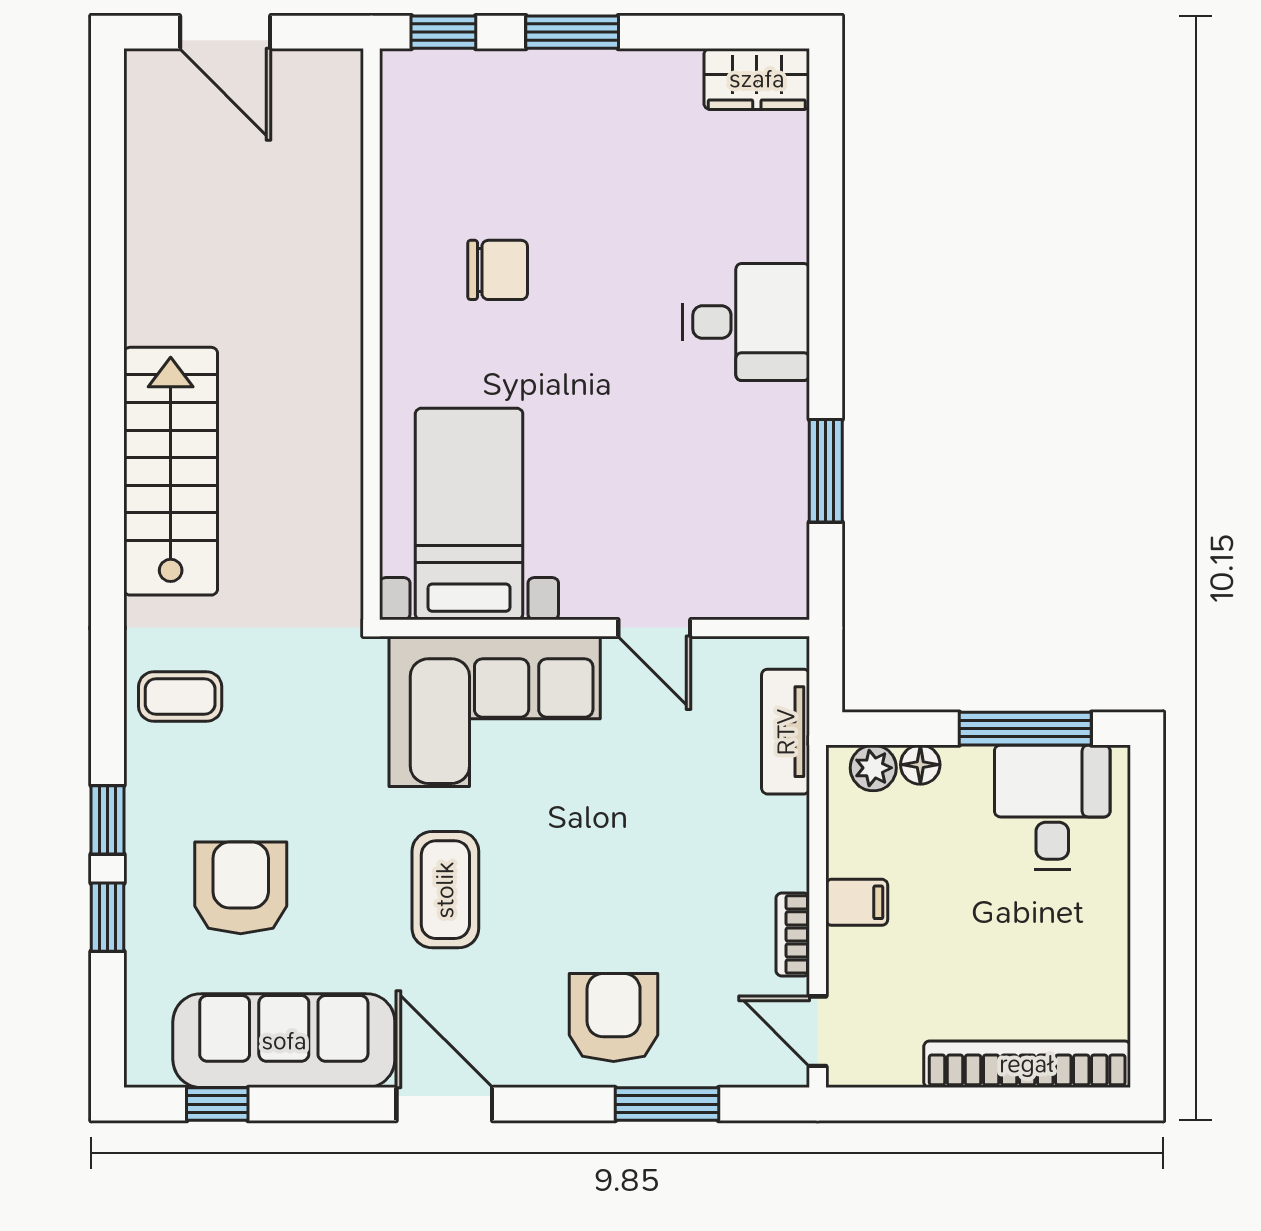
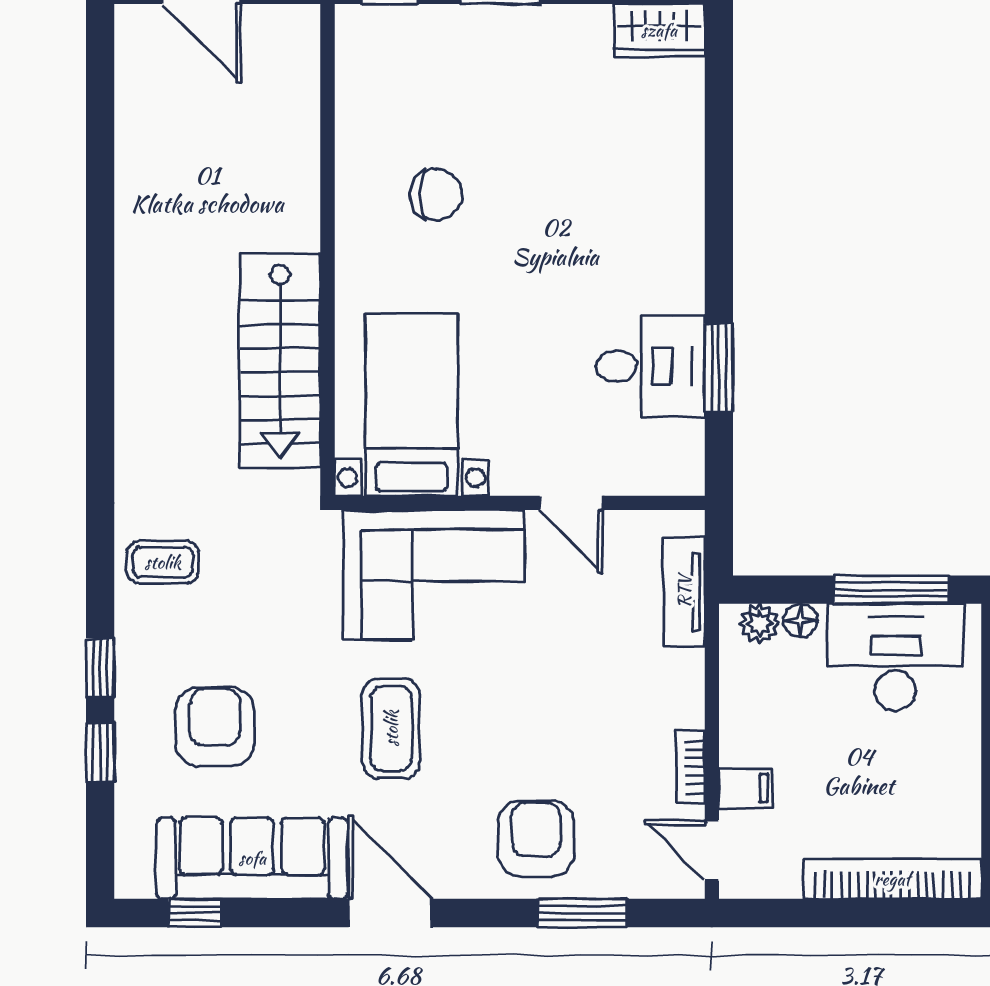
desk: (746, 322) -> (650, 366), moved
stairs: (171, 471) -> (280, 360), moved, turned 180
desk: (1052, 807) -> (895, 657), width x1.37
filing cabinet: (857, 902) -> (745, 788), moved

